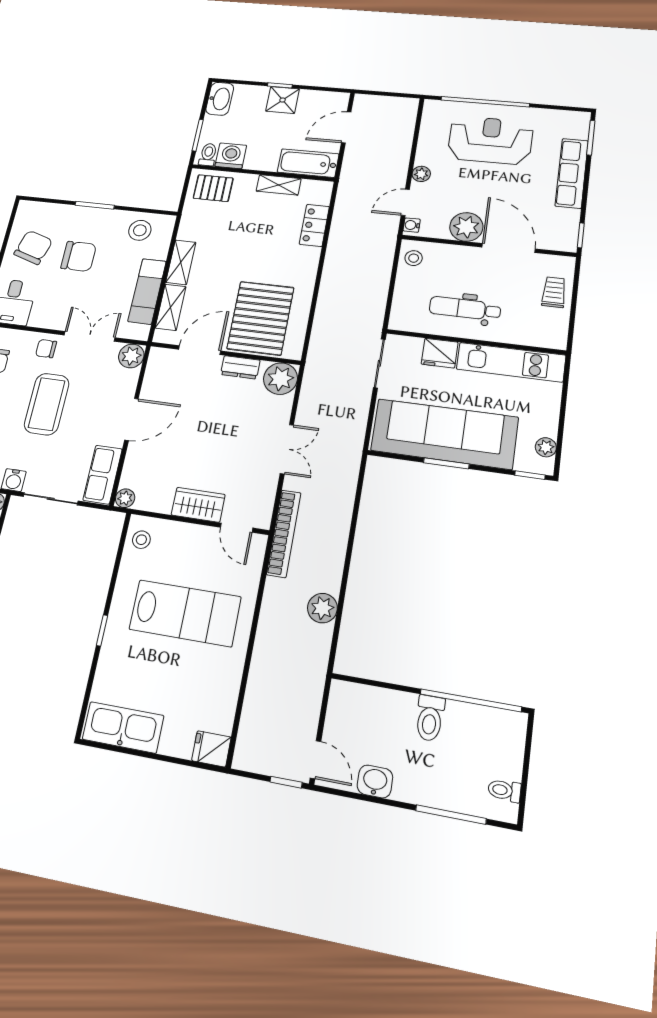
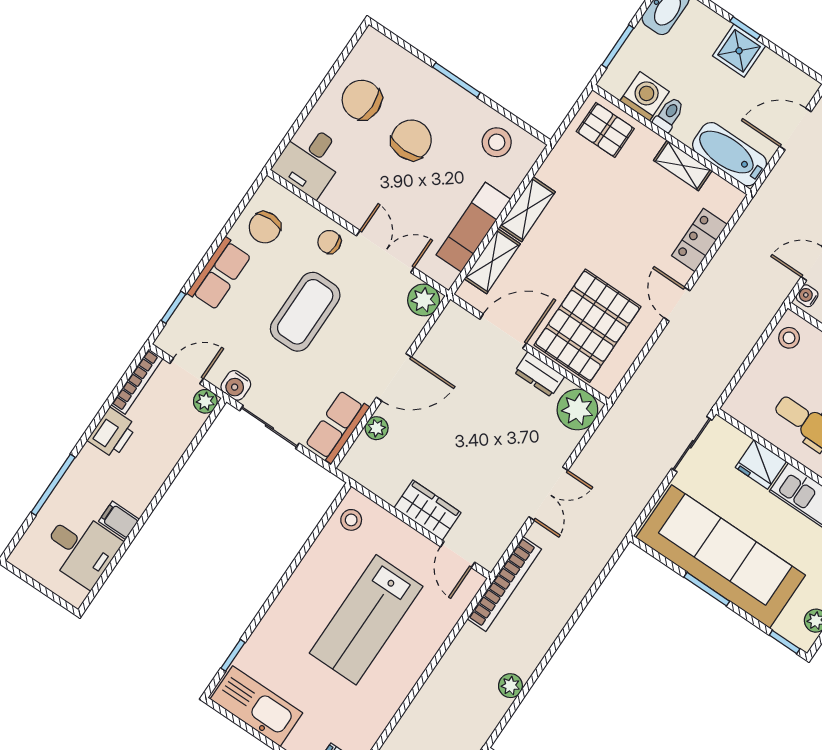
toilet: (208, 155) -> (669, 115), moved
chair: (33, 247) -> (362, 100), turned -107
chair: (79, 256) -> (411, 140), turned -90
door: (319, 274) -> (677, 304), added
plant: (125, 498) -> (377, 428), moved
plant: (322, 608) -> (510, 686), width x0.73, depth x0.73
lab bench: (185, 613) -> (366, 620), turned 90
window: (102, 630) -> (233, 655), moved

